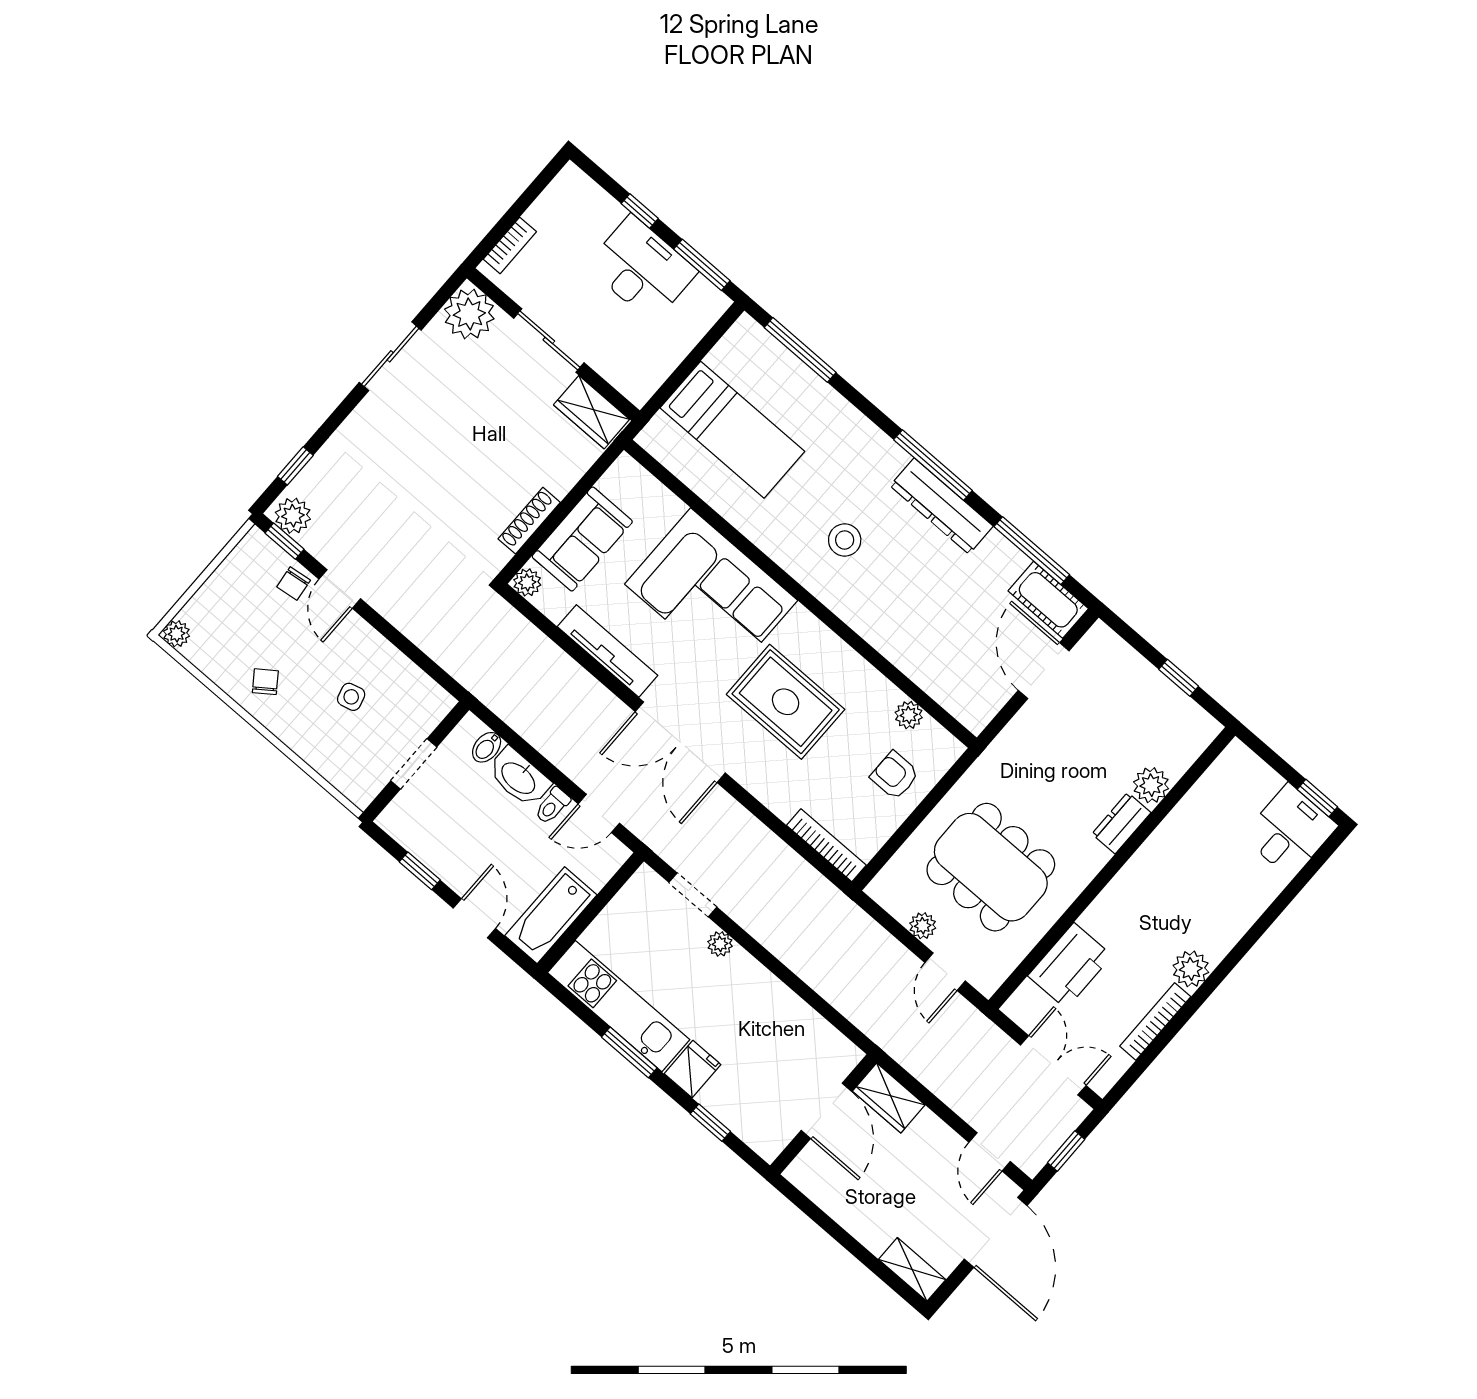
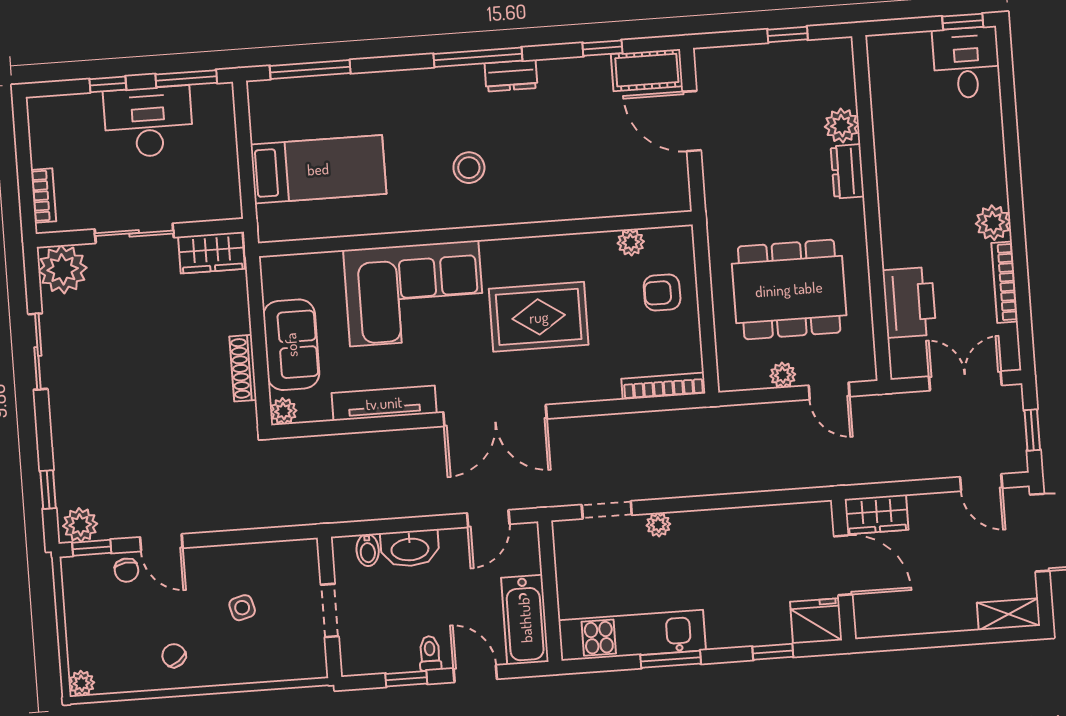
dresser: (942, 506) -> (511, 76), width x0.51, depth x0.80
window: (1032, 551) -> (602, 48), width x0.46
toilet: (552, 806) -> (430, 653), moved, turned 180
fridge: (693, 1069) -> (816, 621), moved, width x1.38

